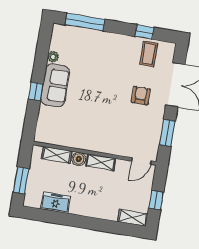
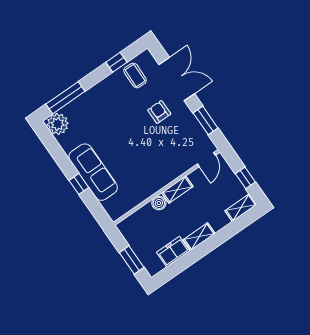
plant: (53, 57) -> (58, 124), moved, width x1.88, depth x1.88
sofa: (55, 85) -> (93, 172), width x1.36
shelving: (57, 155) -> (199, 237), moved

